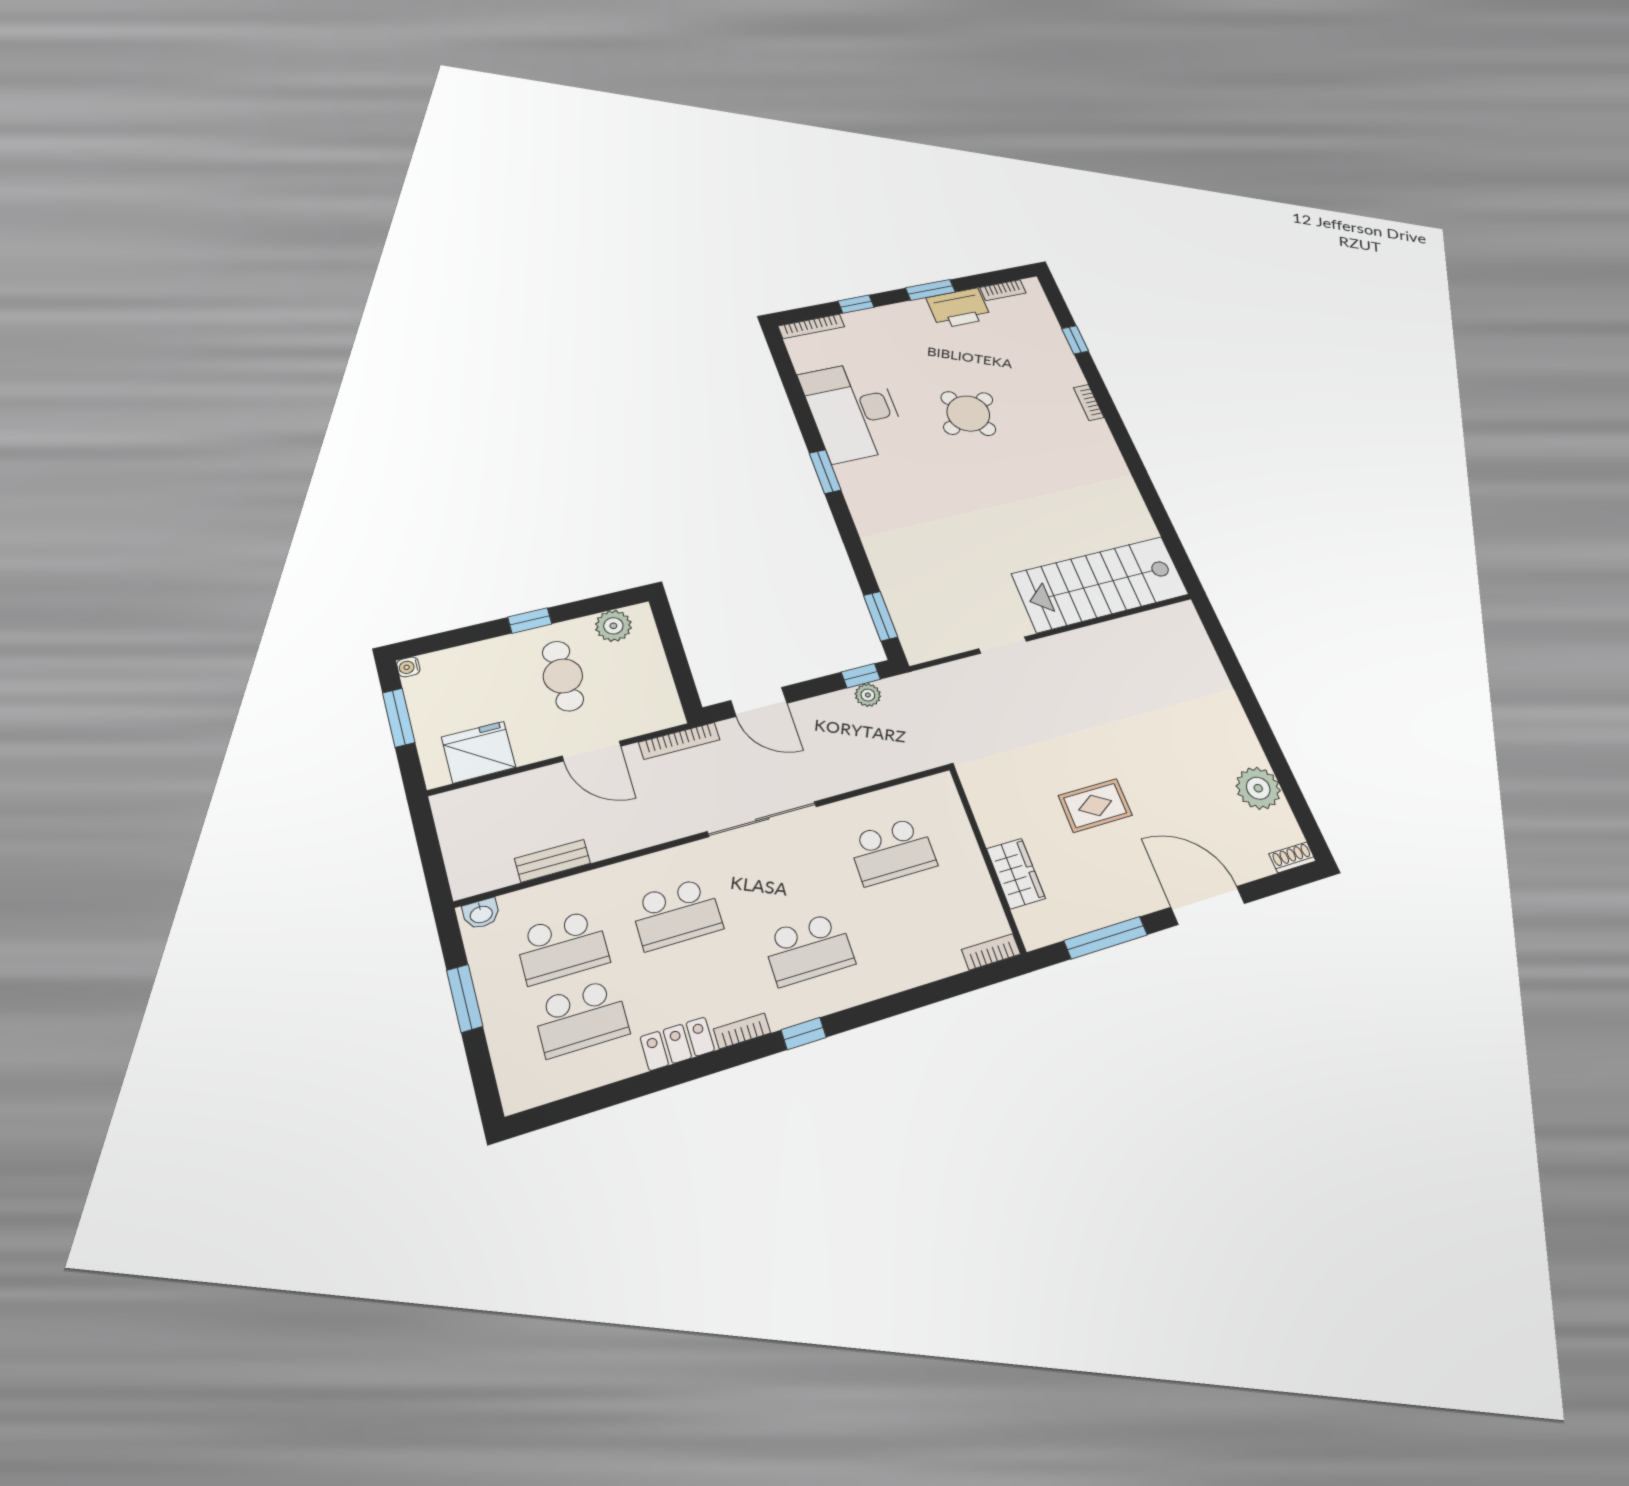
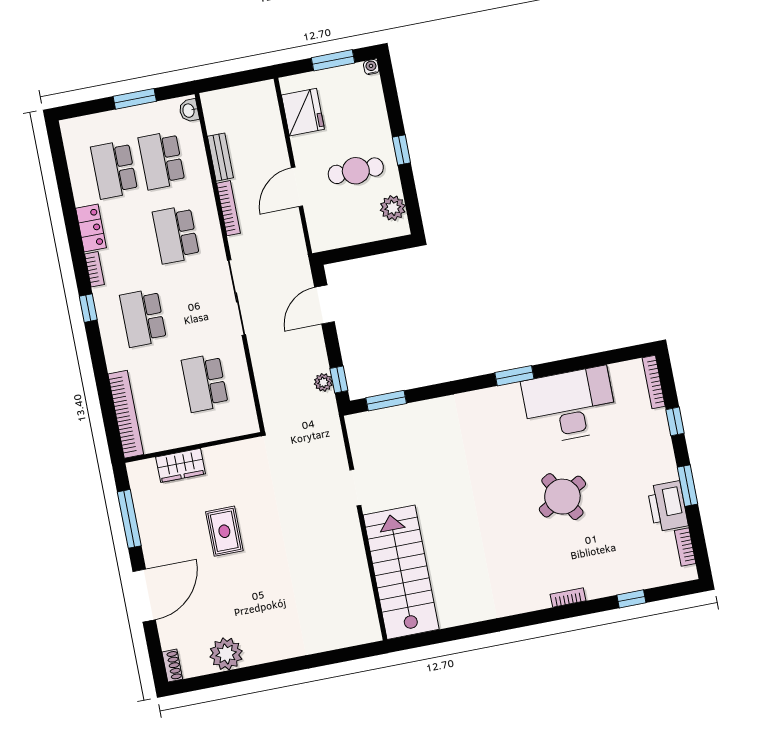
bookcase: (679, 741) -> (228, 208), moved, turned 180
bookcase: (991, 952) -> (126, 414), width x2.31, depth x1.31

